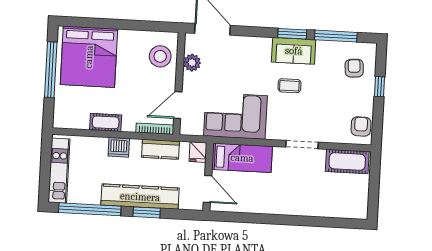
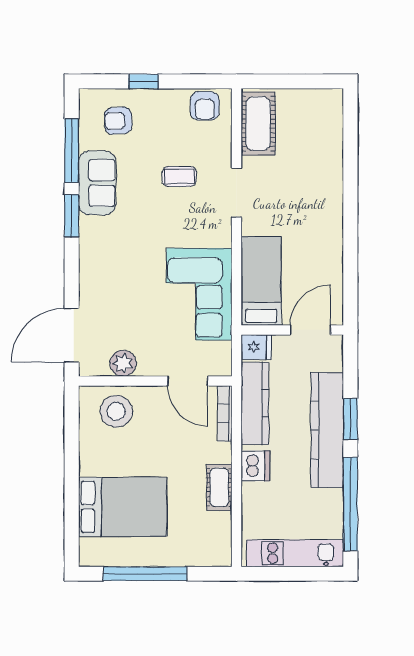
sofa: (294, 51) -> (97, 183), moved
bed: (89, 57) -> (123, 507), width x0.73
coffee table: (289, 86) -> (179, 176), moved, turned 90
armchair: (361, 126) -> (205, 106), turned -90
kitchen counter: (160, 149) -> (255, 403), width x1.50

